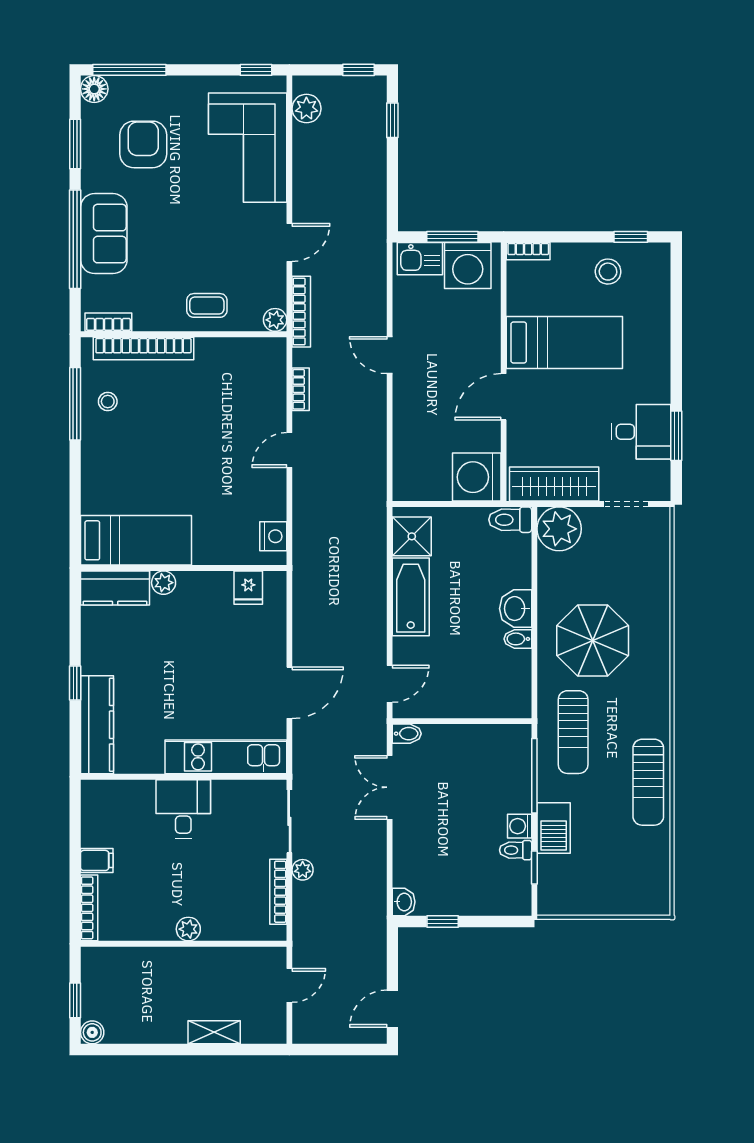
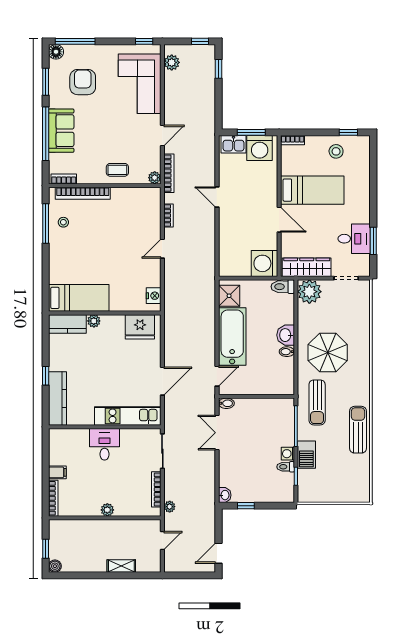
door: (504, 397) -> (279, 220), swing flipped
fridge: (248, 588) -> (140, 327), width x1.88, depth x1.34
bathtub: (411, 597) -> (232, 337), width x1.36, depth x1.36
sun lounger: (648, 782) -> (358, 430), turned 180
plant: (303, 870) -> (170, 507), moved

